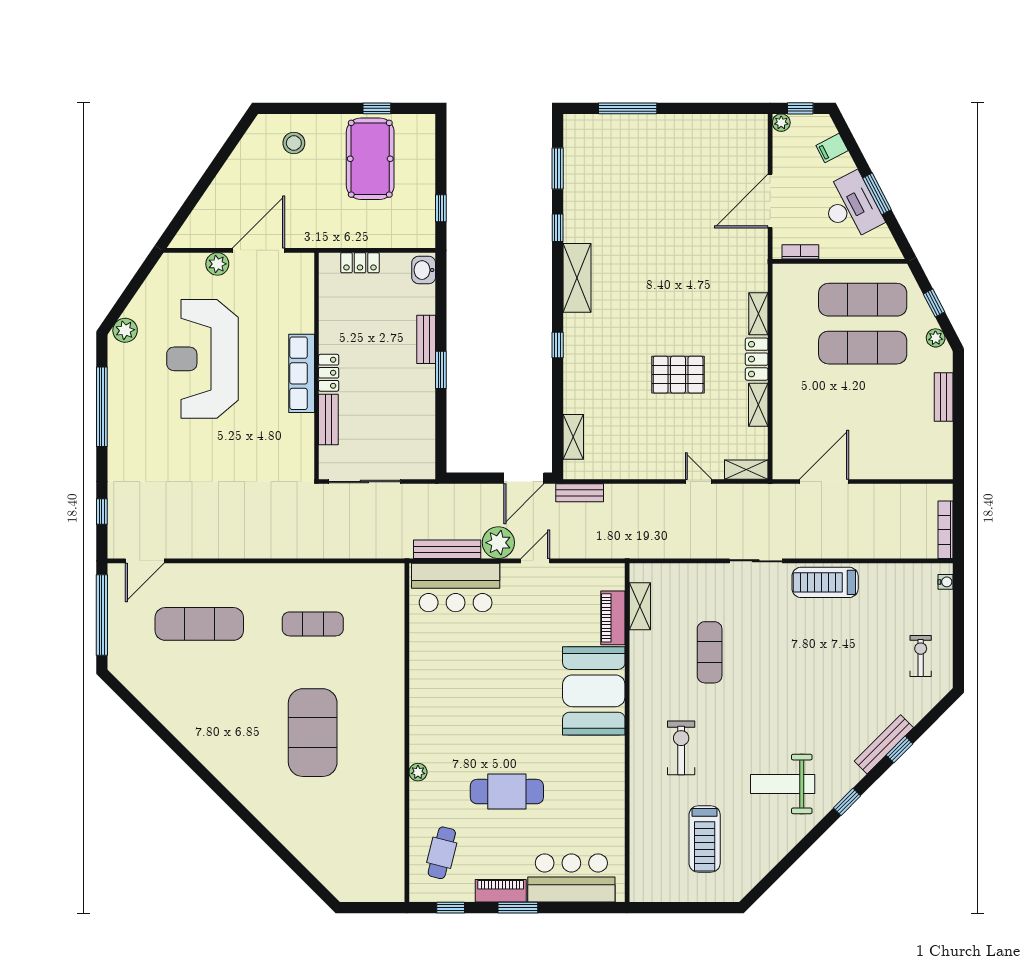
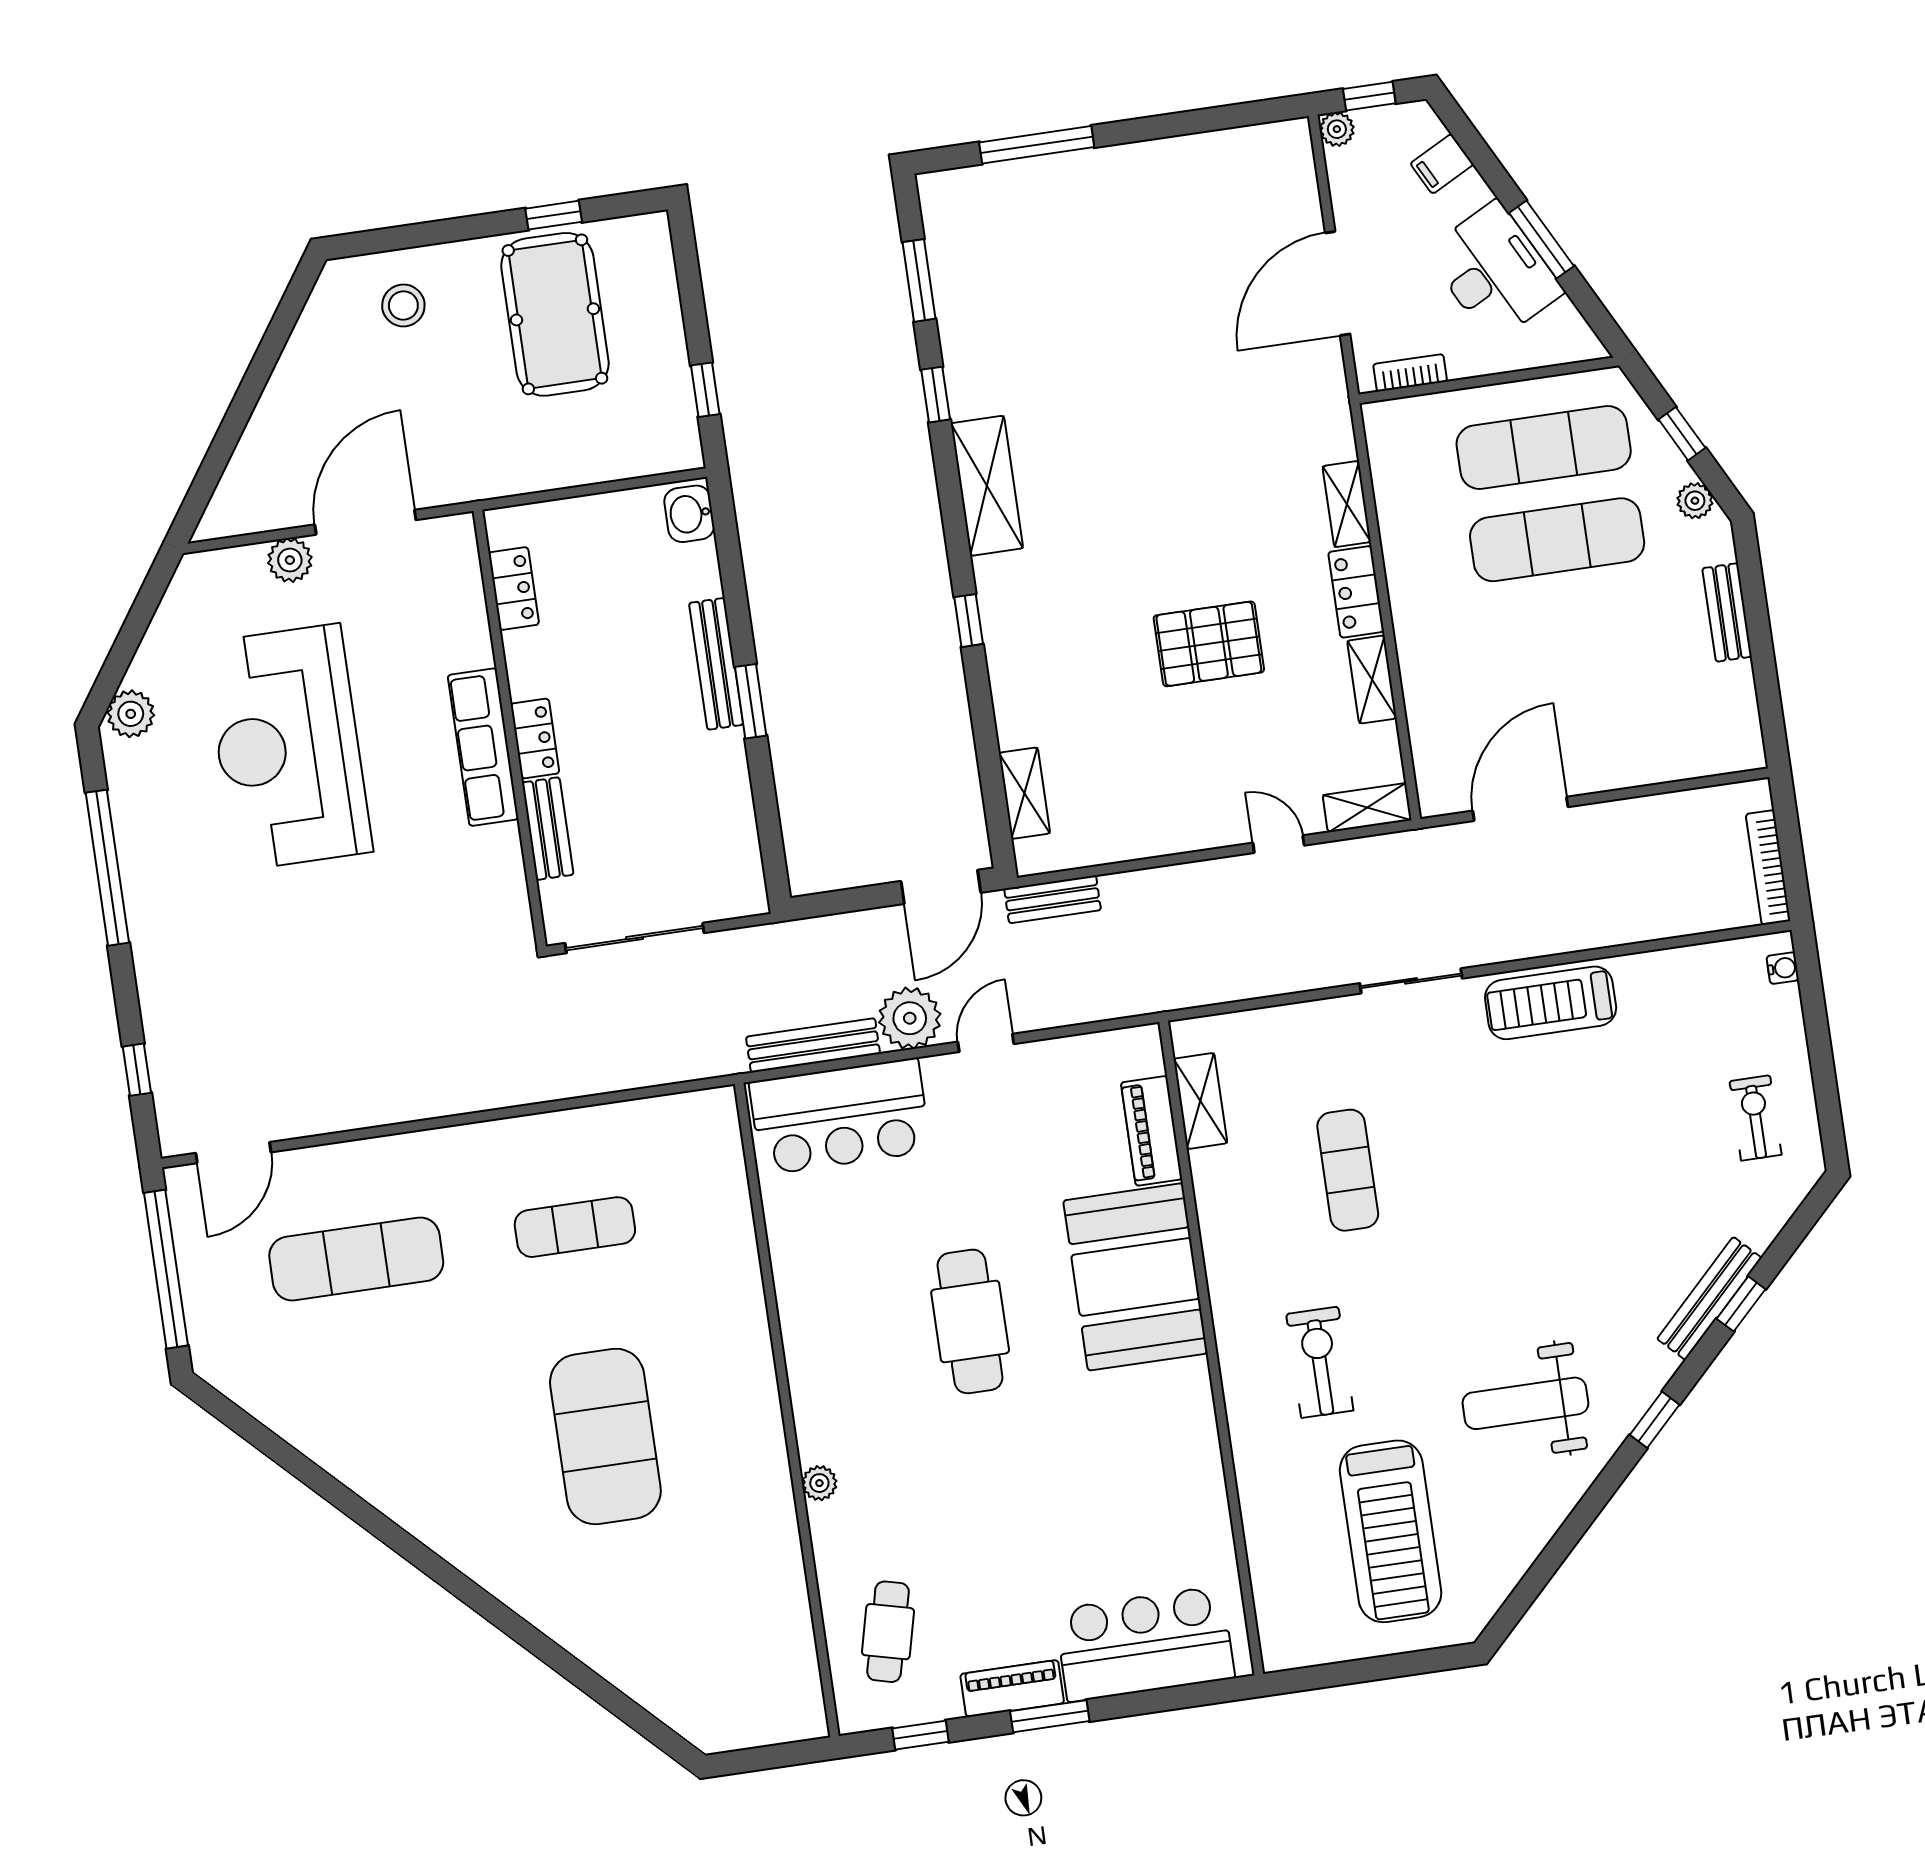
locker: (360, 263) -> (514, 589), moved, turned -90
bench: (426, 339) -> (716, 664), width x1.36
cafe table: (507, 792) -> (970, 1321), moved, turned 90
treadmill: (705, 839) -> (1391, 1531), width x1.37, depth x1.38

